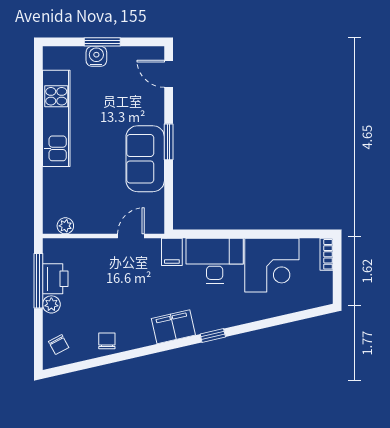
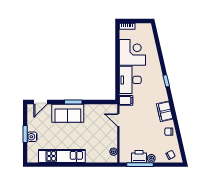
sofa: (145, 159) -> (68, 113), moved
filing cabinet: (173, 327) -> (165, 111), moved

